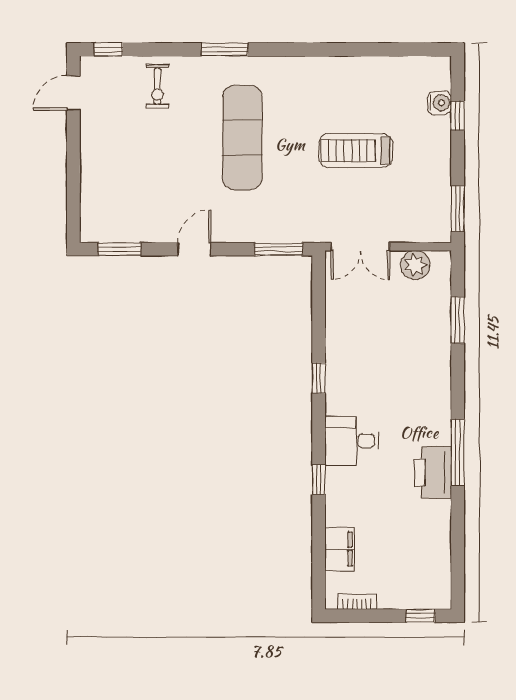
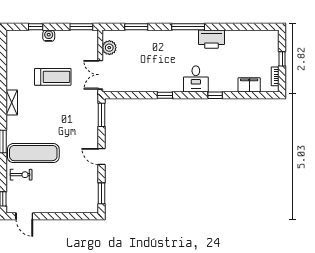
shelving: (304, 67) -> (12, 102), added
water cooler: (440, 103) -> (49, 36), moved
exercise mat: (242, 138) -> (33, 153), moved
treadmill: (356, 151) -> (53, 77), turned -90
double door: (360, 247) -> (100, 75), swing flipped
window: (458, 452) -> (188, 27), moved
window: (420, 616) -> (282, 59), moved

